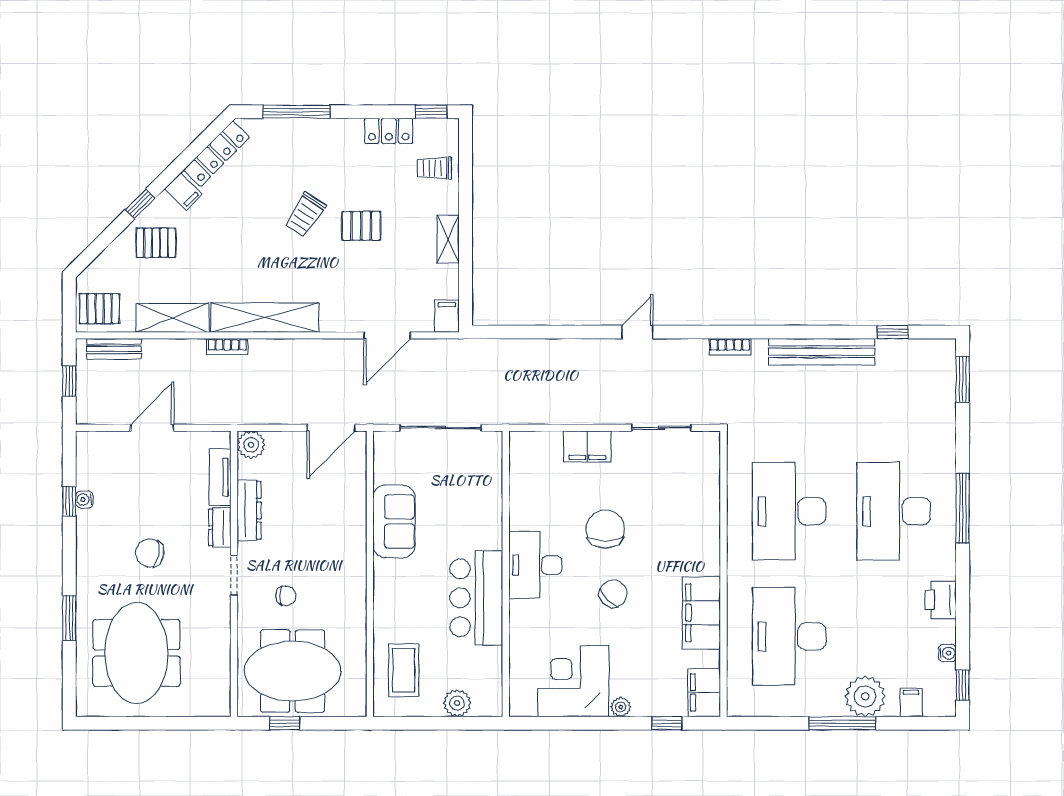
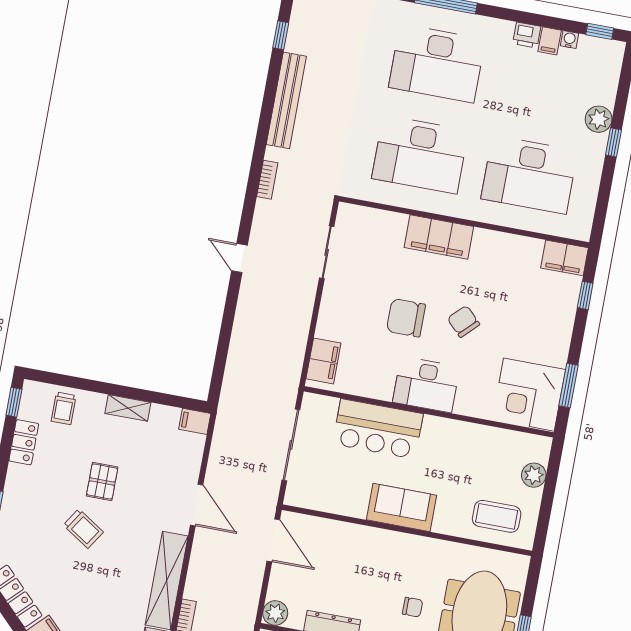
door: (387, 335) -> (197, 505), moved
filing cabinet: (587, 446) -> (323, 361), moved
sofa: (394, 521) -> (402, 507), moved
chair: (286, 596) -> (413, 607), turned 90
bar counter: (476, 598) -> (378, 429), moved
printer: (941, 600) -> (527, 35), width x0.73, depth x0.81
filing cabinet: (702, 613) -> (439, 237), moved
corner desk: (573, 681) -> (529, 395), moved
plant: (865, 696) -> (599, 119), width x0.73, depth x0.73
filing cabinet: (911, 702) -> (550, 41), moved, turned -90
plant: (621, 707) -> (564, 333), removed
window: (564, 723) -> (568, 386), added
window: (842, 723) -> (614, 142), width x0.46

